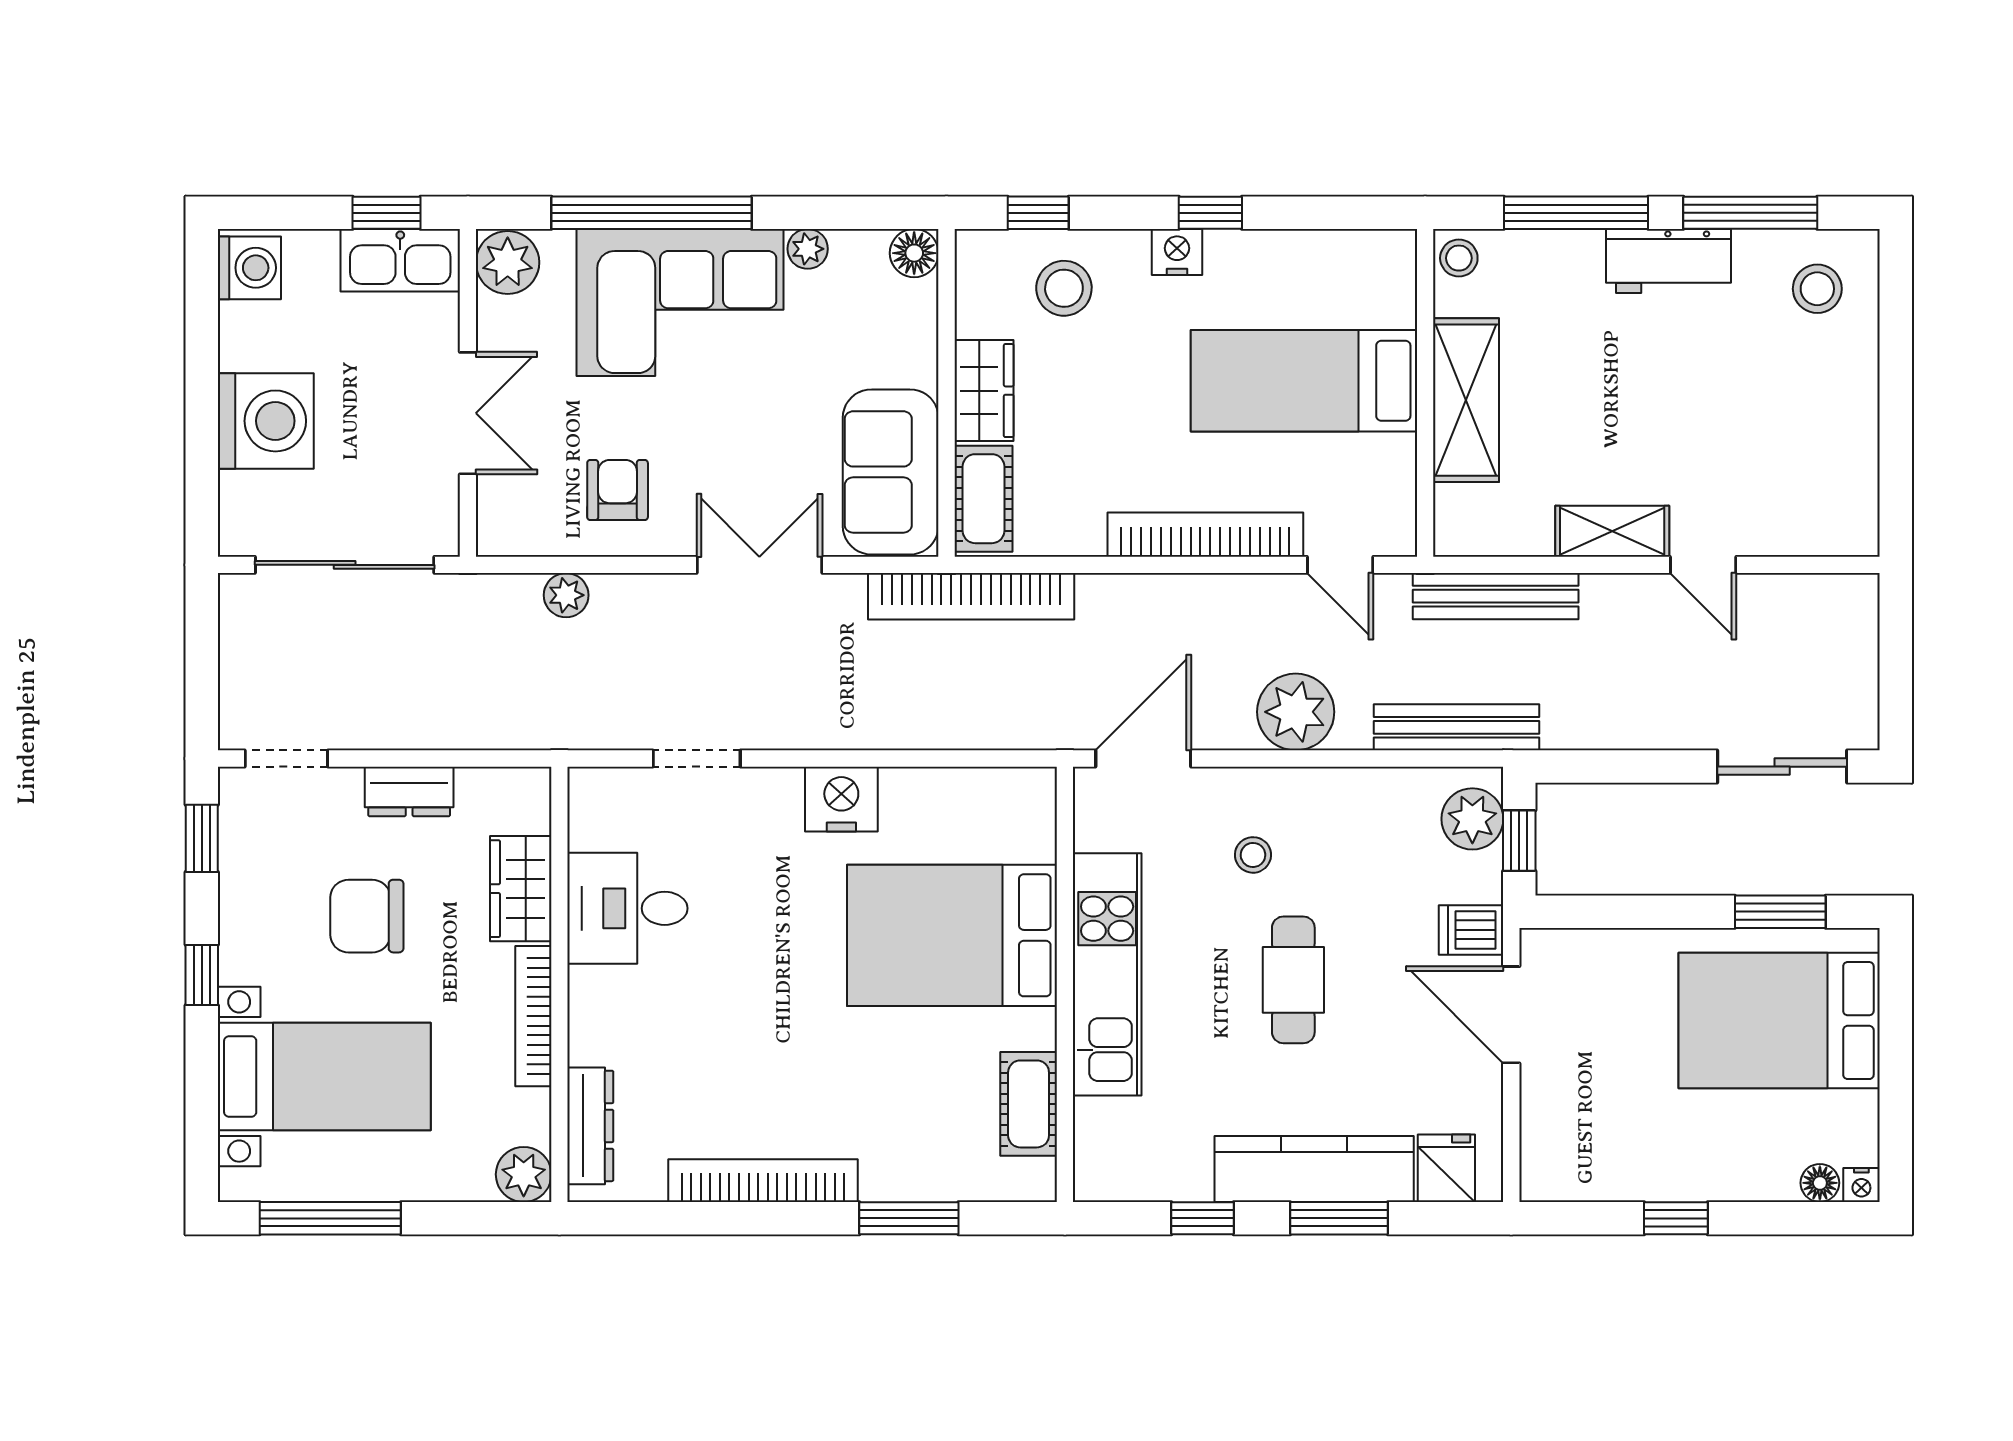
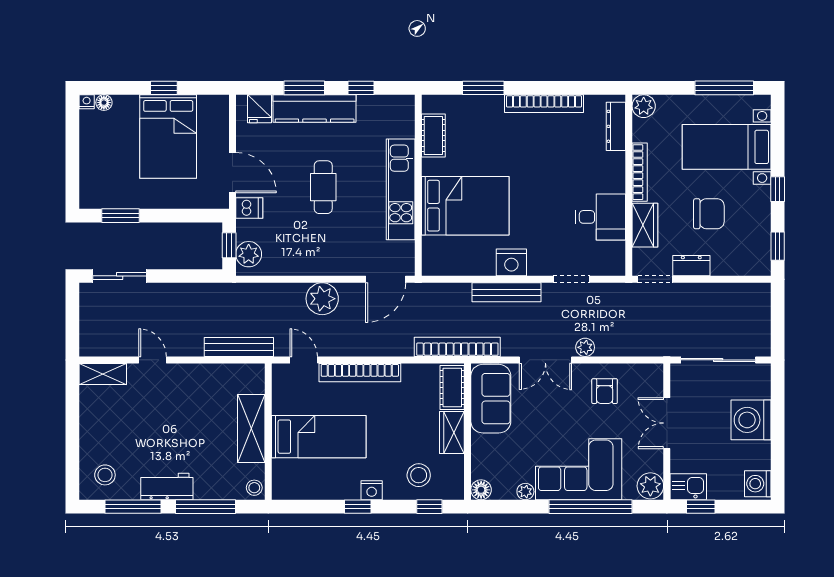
kitchen sink: (400, 260) -> (688, 487), width x0.73
shelving: (1612, 531) -> (103, 374), moved
plant: (566, 595) -> (585, 347), moved
bench: (1456, 727) -> (506, 292), moved
doorway: (286, 758) -> (655, 279), moved
stool: (1253, 855) -> (340, 239), removed
bed: (1779, 1021) -> (168, 136), moved, turned 90

